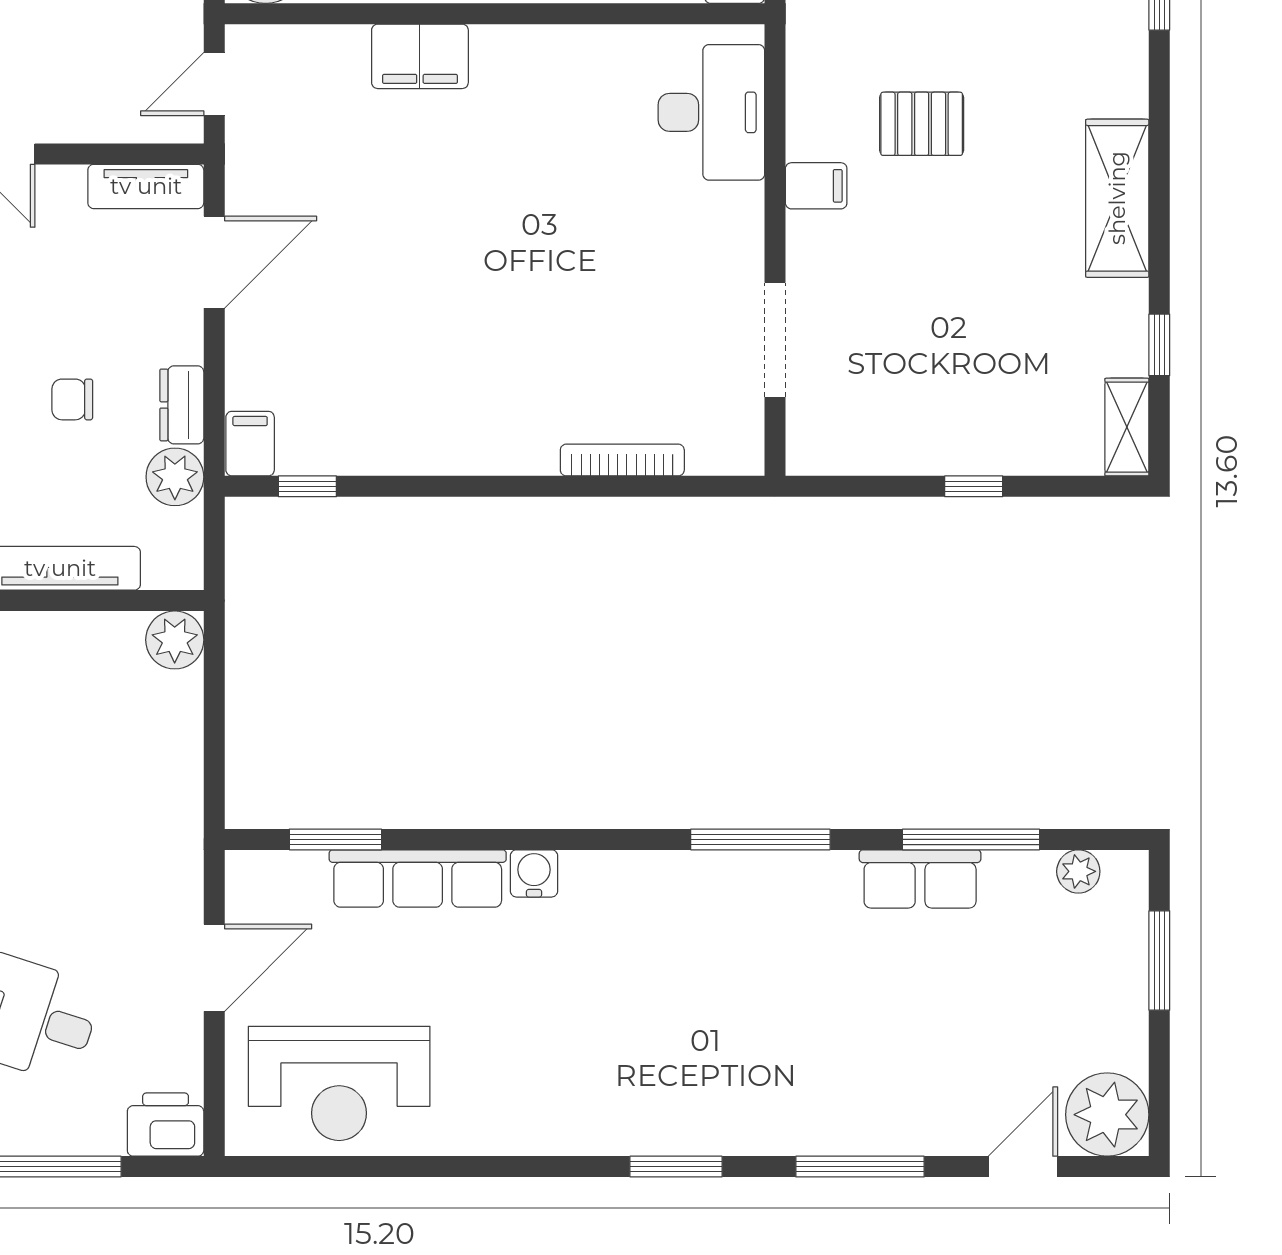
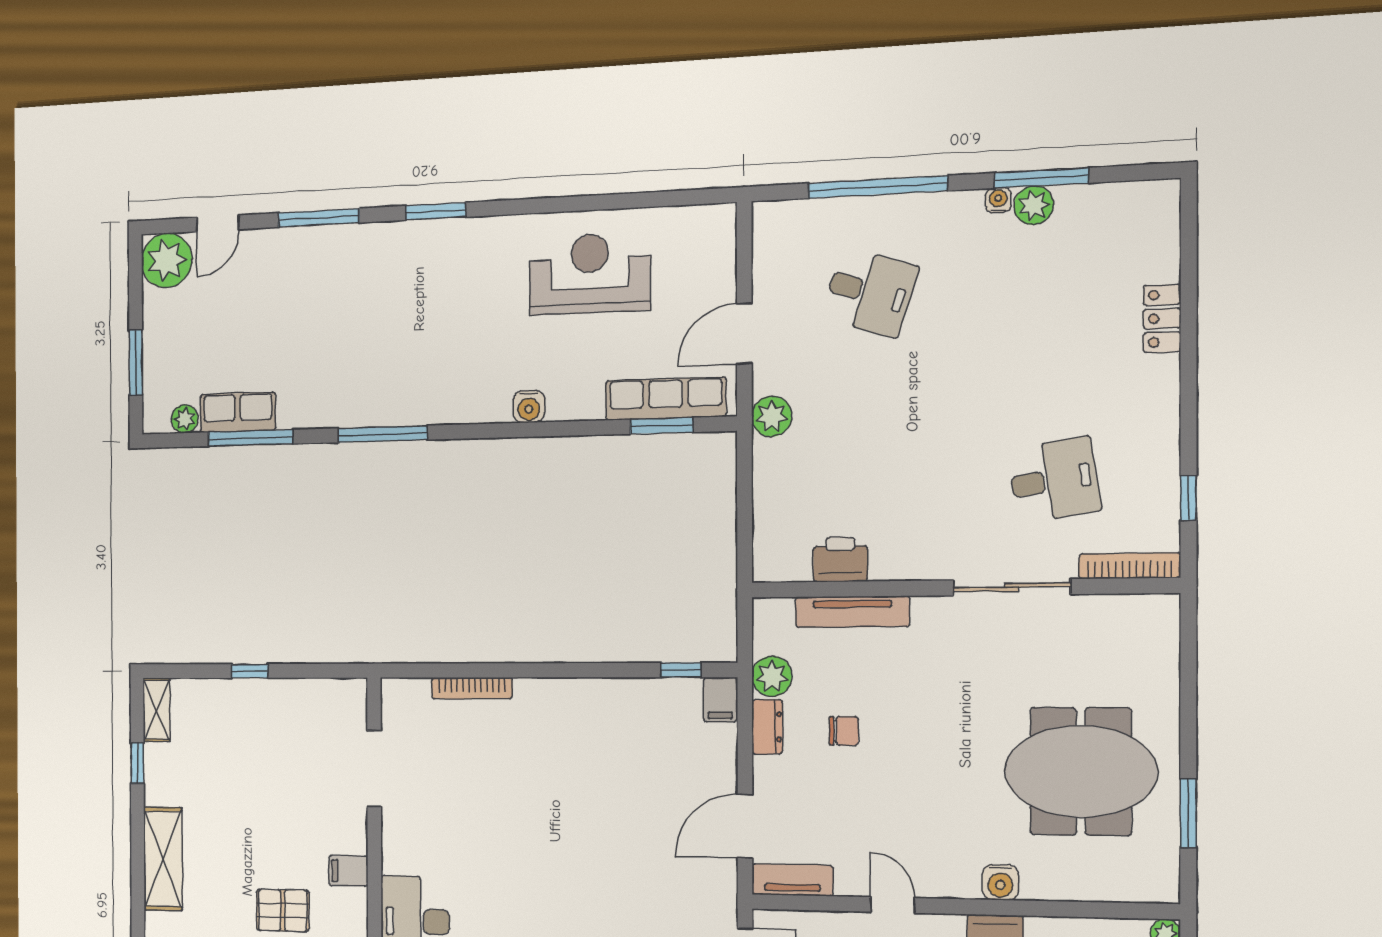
plant: (175, 640) -> (772, 416), moved
row of seats: (418, 878) -> (666, 399), moved
row of seats: (920, 879) -> (238, 412), moved
reception desk: (339, 1083) -> (590, 274), moved
printer: (166, 1125) -> (840, 559), moved, turned 180

